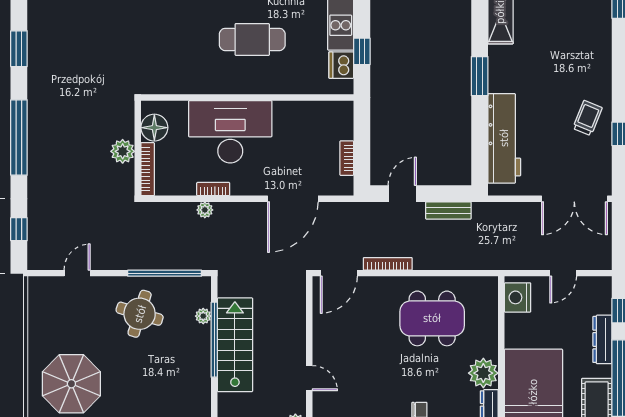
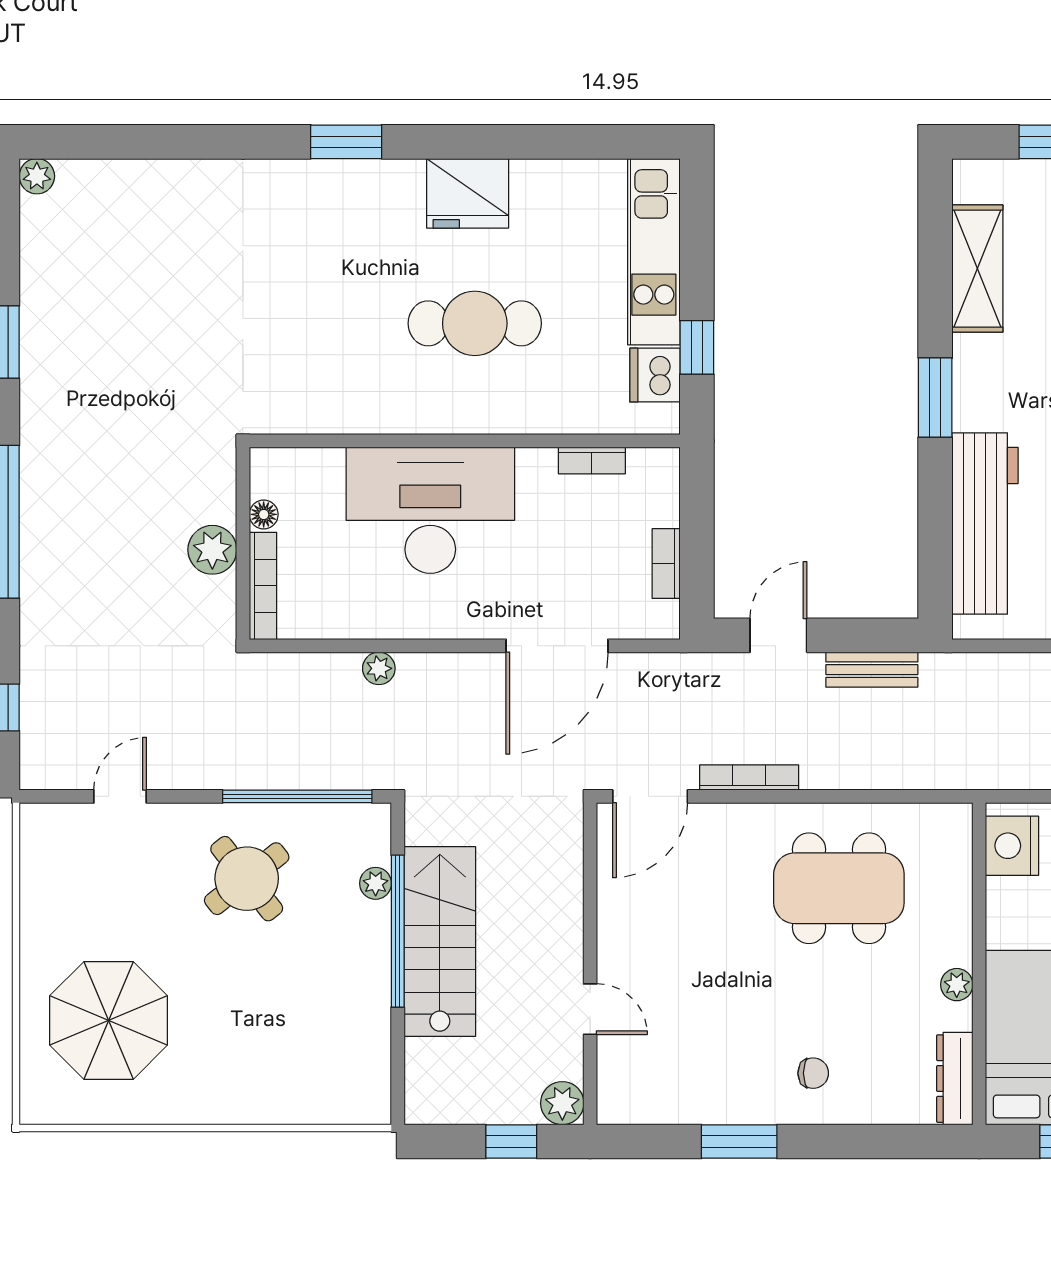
floor lamp: (154, 128) -> (264, 514), width x0.53, depth x0.53
bookcase: (213, 189) -> (592, 461), moved, turned 180
round table: (140, 314) -> (247, 879), turned 35
plant: (483, 373) -> (957, 985), width x0.53, depth x0.53

